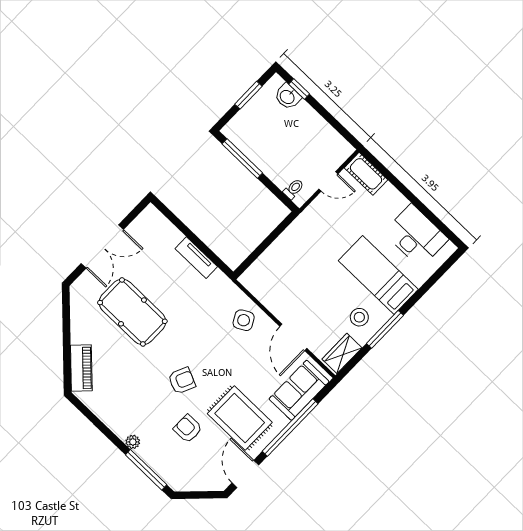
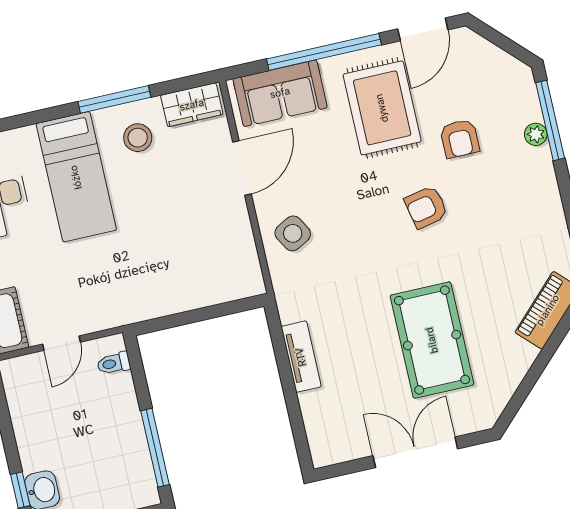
door: (328, 181) -> (61, 343), swing flipped
armchair: (182, 381) -> (426, 207), turned -36
plant: (133, 442) -> (536, 134), moved

